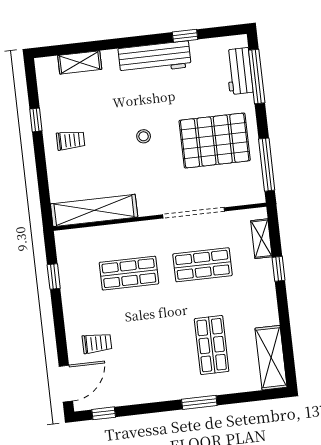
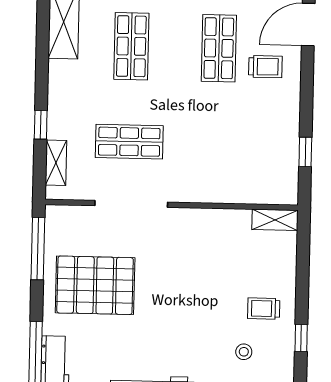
stool: (144, 136) -> (244, 352), moved
shelving: (94, 210) -> (275, 220), width x0.45, depth x0.75
shop shelf: (129, 273) -> (219, 48), moved, turned 90
trolley: (97, 343) -> (265, 67), turned 180

